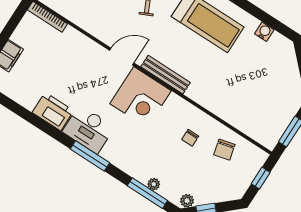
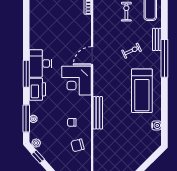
door: (122, 57) -> (92, 56), swing flipped
bench: (165, 75) -> (98, 113), moved
printer: (53, 112) -> (37, 89), moved

